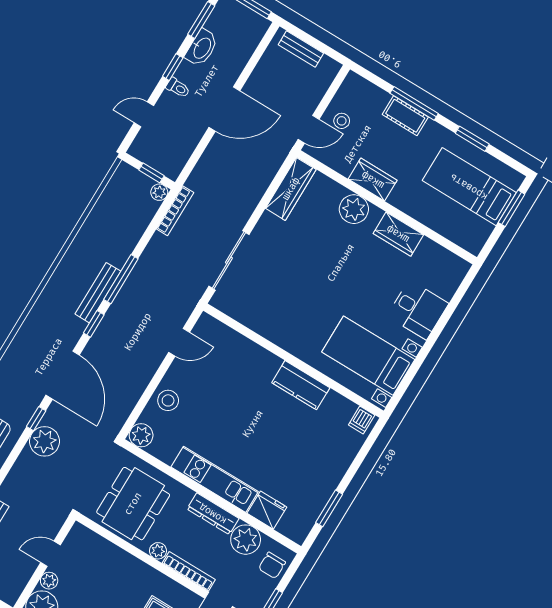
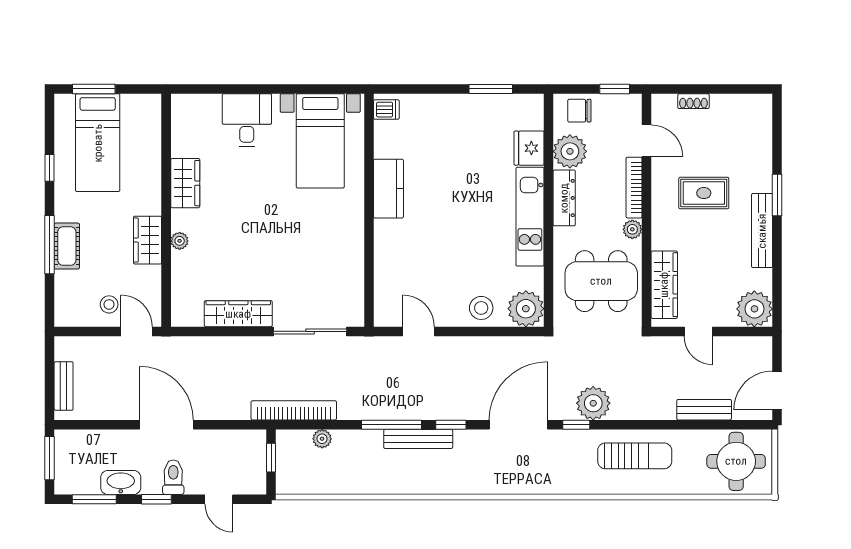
toilet: (178, 88) -> (173, 477), width x1.37, depth x1.39
window: (472, 139) -> (50, 168), width x0.67
wardrobe: (291, 189) -> (238, 314), moved
plant: (159, 192) -> (322, 439), moved
plant: (354, 209) -> (180, 241), width x0.53, depth x0.53
bookcase: (175, 211) -> (294, 410), width x1.48, depth x1.31
plant: (141, 435) -> (526, 309), width x1.36, depth x1.36
wardrobe: (101, 549) -> (664, 285), added
chair: (272, 565) -> (579, 111), turned 180
plant: (49, 581) -> (725, 317), removed

